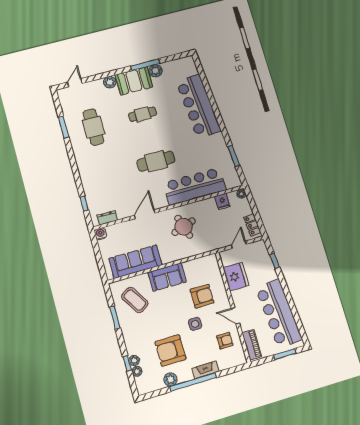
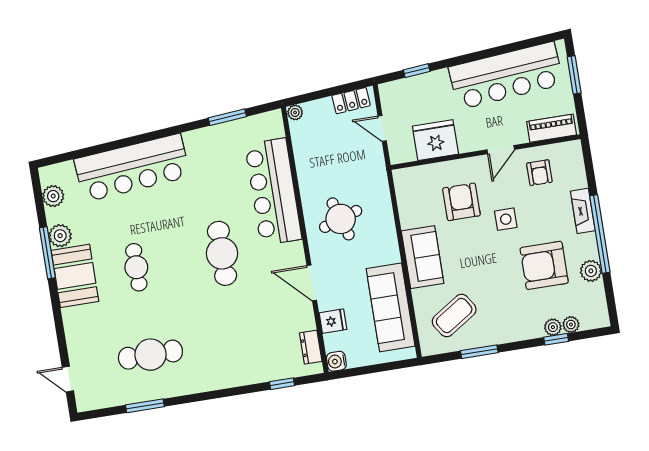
plant: (110, 82) -> (53, 196), moved
fridge: (222, 201) -> (333, 321), moved
armchair: (225, 341) -> (539, 173), turned 180
armchair: (170, 350) -> (544, 265), turned 90

